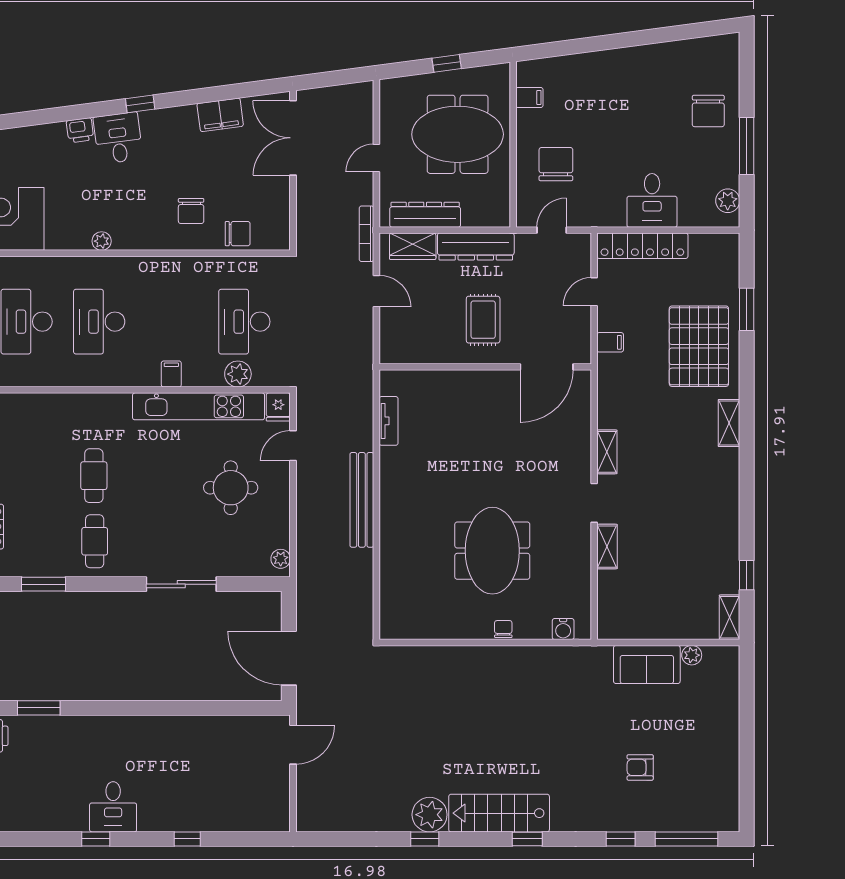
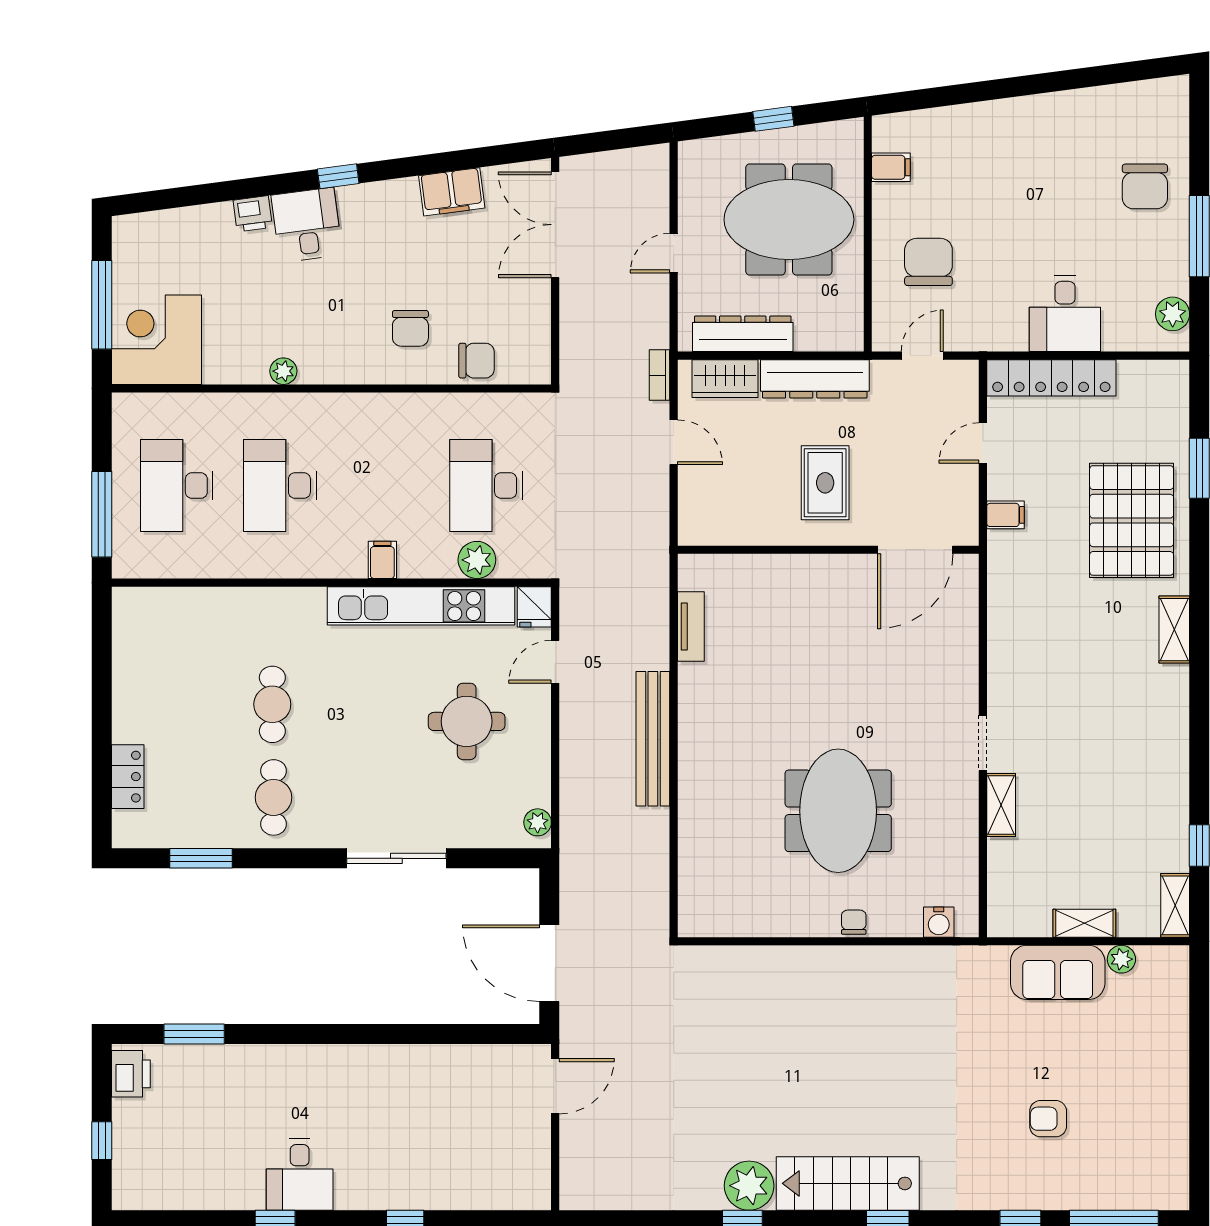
bookcase: (366, 234) -> (659, 375), width x0.64
shelving: (607, 452) -> (1084, 923), moved, turned 90

